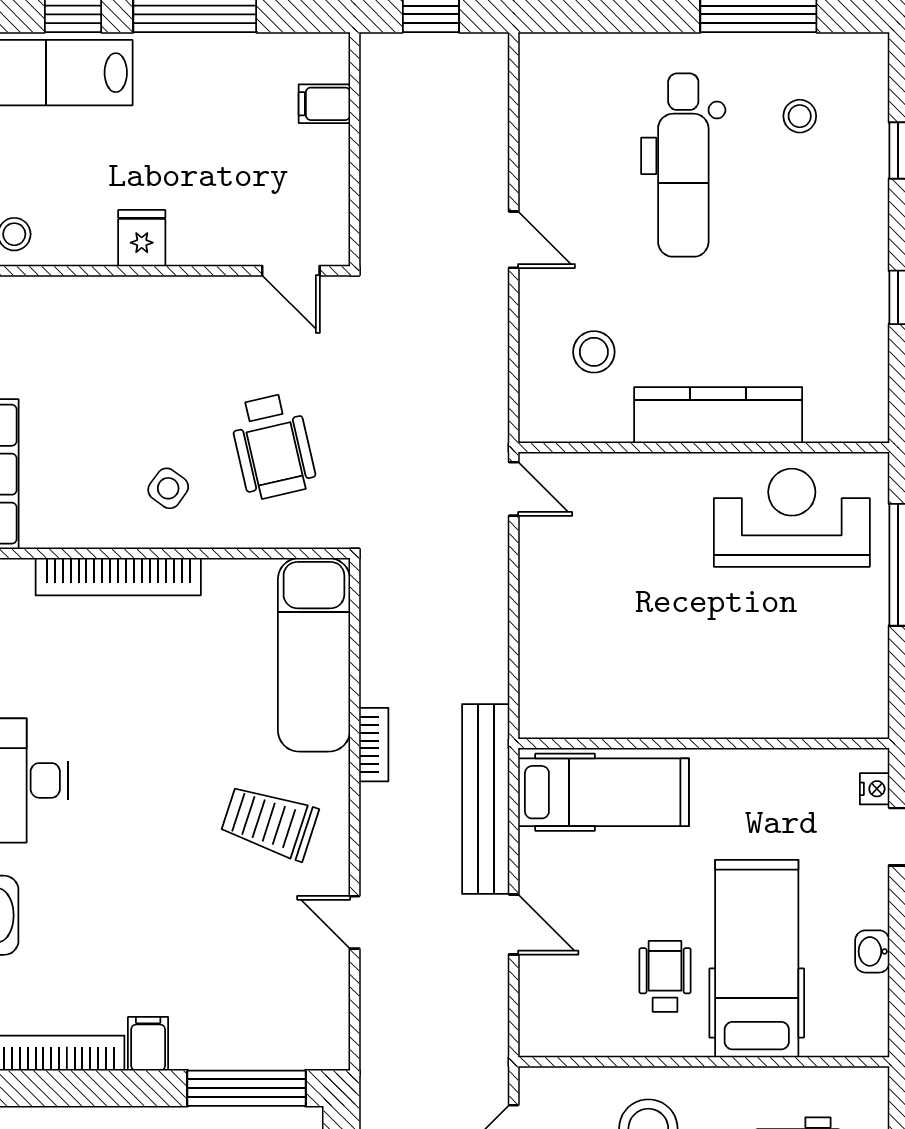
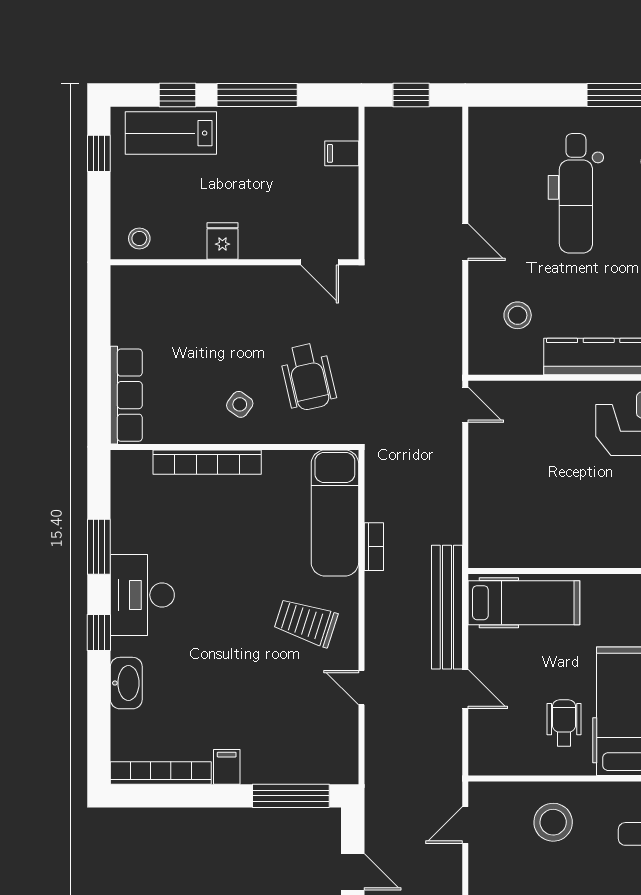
bookcase: (374, 745) -> (374, 547), moved

